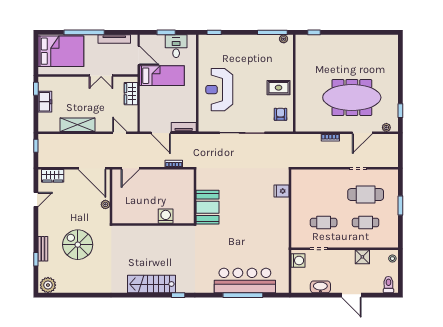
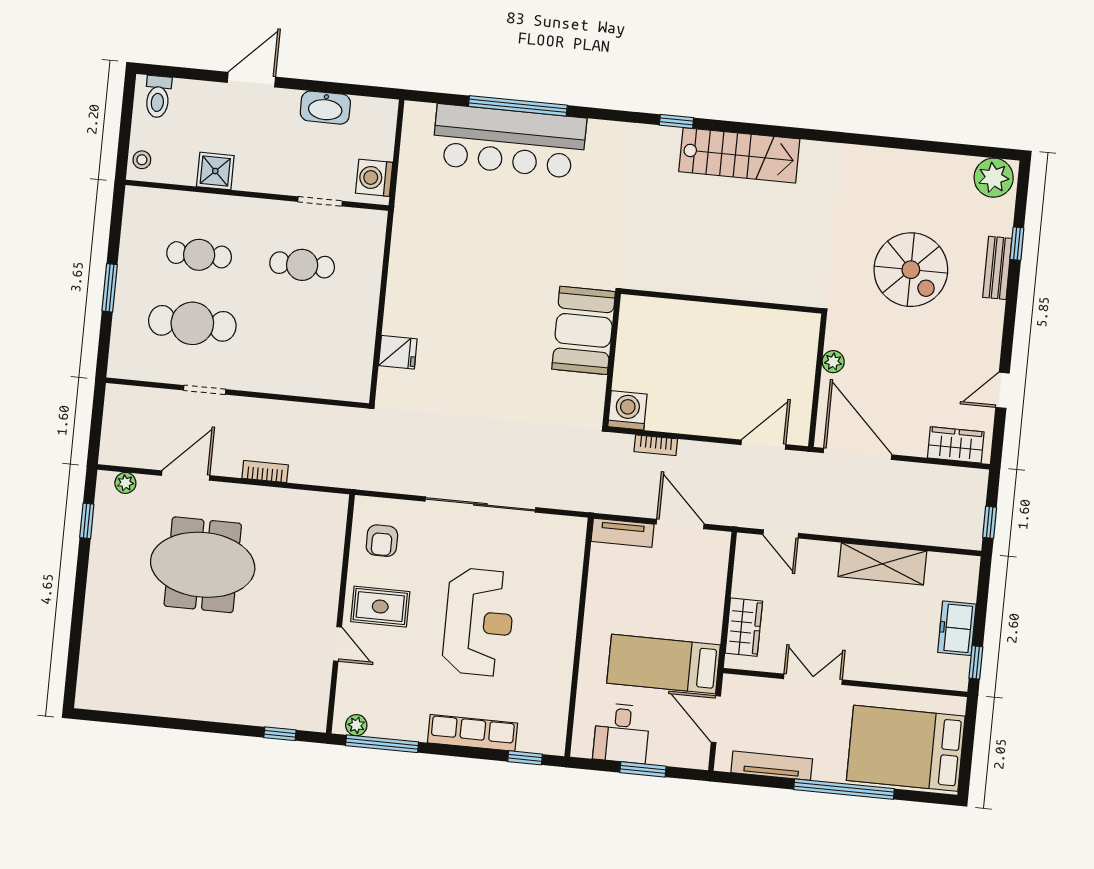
row of seats: (236, 40) -> (473, 733), added
door: (294, 71) -> (337, 644), added
reception desk: (219, 90) -> (479, 622), moved
meeting table: (352, 97) -> (203, 565), width x0.73
washing machine: (166, 216) -> (627, 410), moved, turned 180
door: (351, 295) -> (251, 80), hinge flipped

